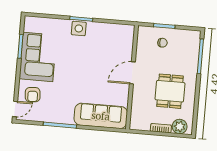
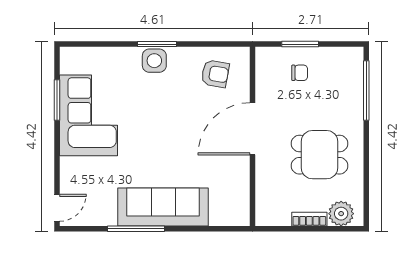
door: (132, 73) -> (252, 129), width x1.36
dining table: (170, 91) -> (320, 155), turned 90
armchair: (33, 95) -> (215, 74), moved, turned -76
sofa: (101, 116) -> (163, 207), moved

